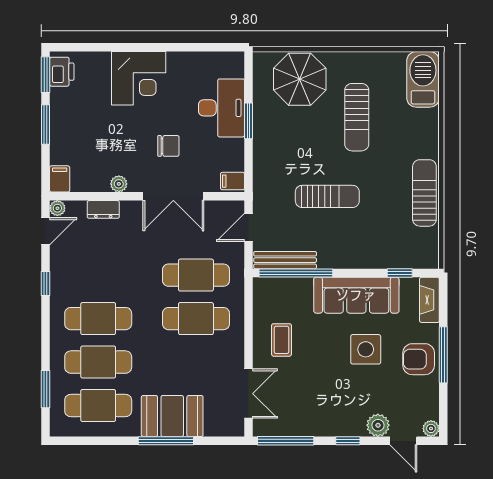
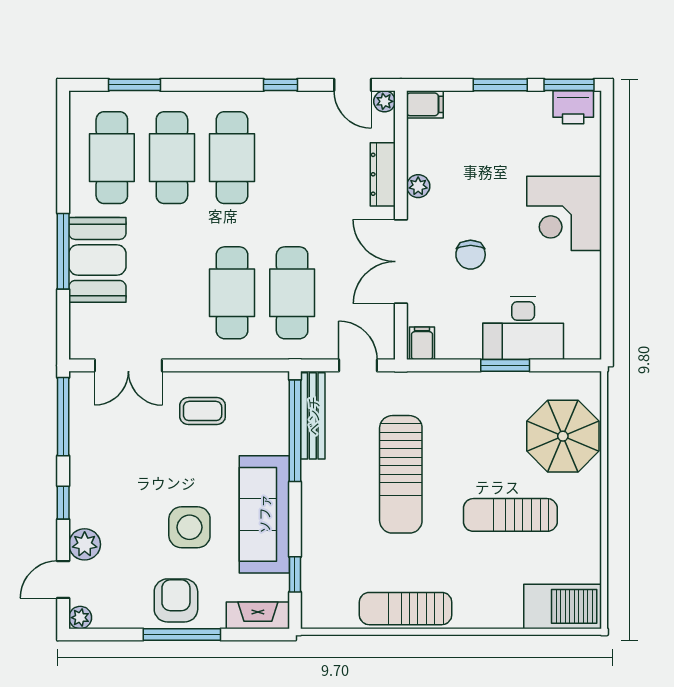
sun lounger: (424, 193) -> (406, 609), turned 180
sun lounger: (327, 196) -> (401, 474), width x1.36, depth x1.34
dresser: (103, 209) -> (383, 174), width x1.44

